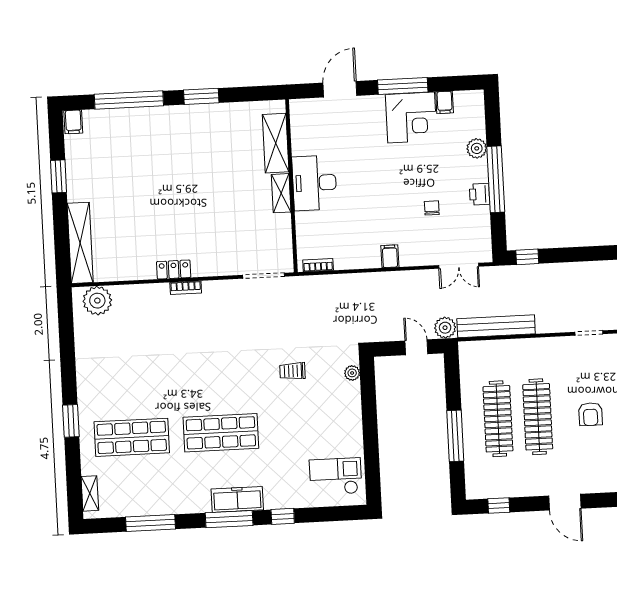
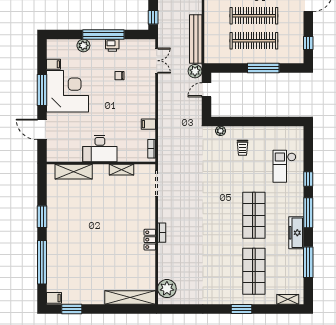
corner desk: (411, 118) -> (68, 91), width x1.36, depth x1.36
window: (58, 176) -> (72, 309), moved
shelving: (281, 193) -> (121, 170), moved
filing cabinet: (390, 256) -> (148, 124), moved
trolley: (292, 371) -> (243, 148), moved
checkout: (336, 476) -> (284, 166), moved
freezer: (237, 499) -> (296, 233), moved

